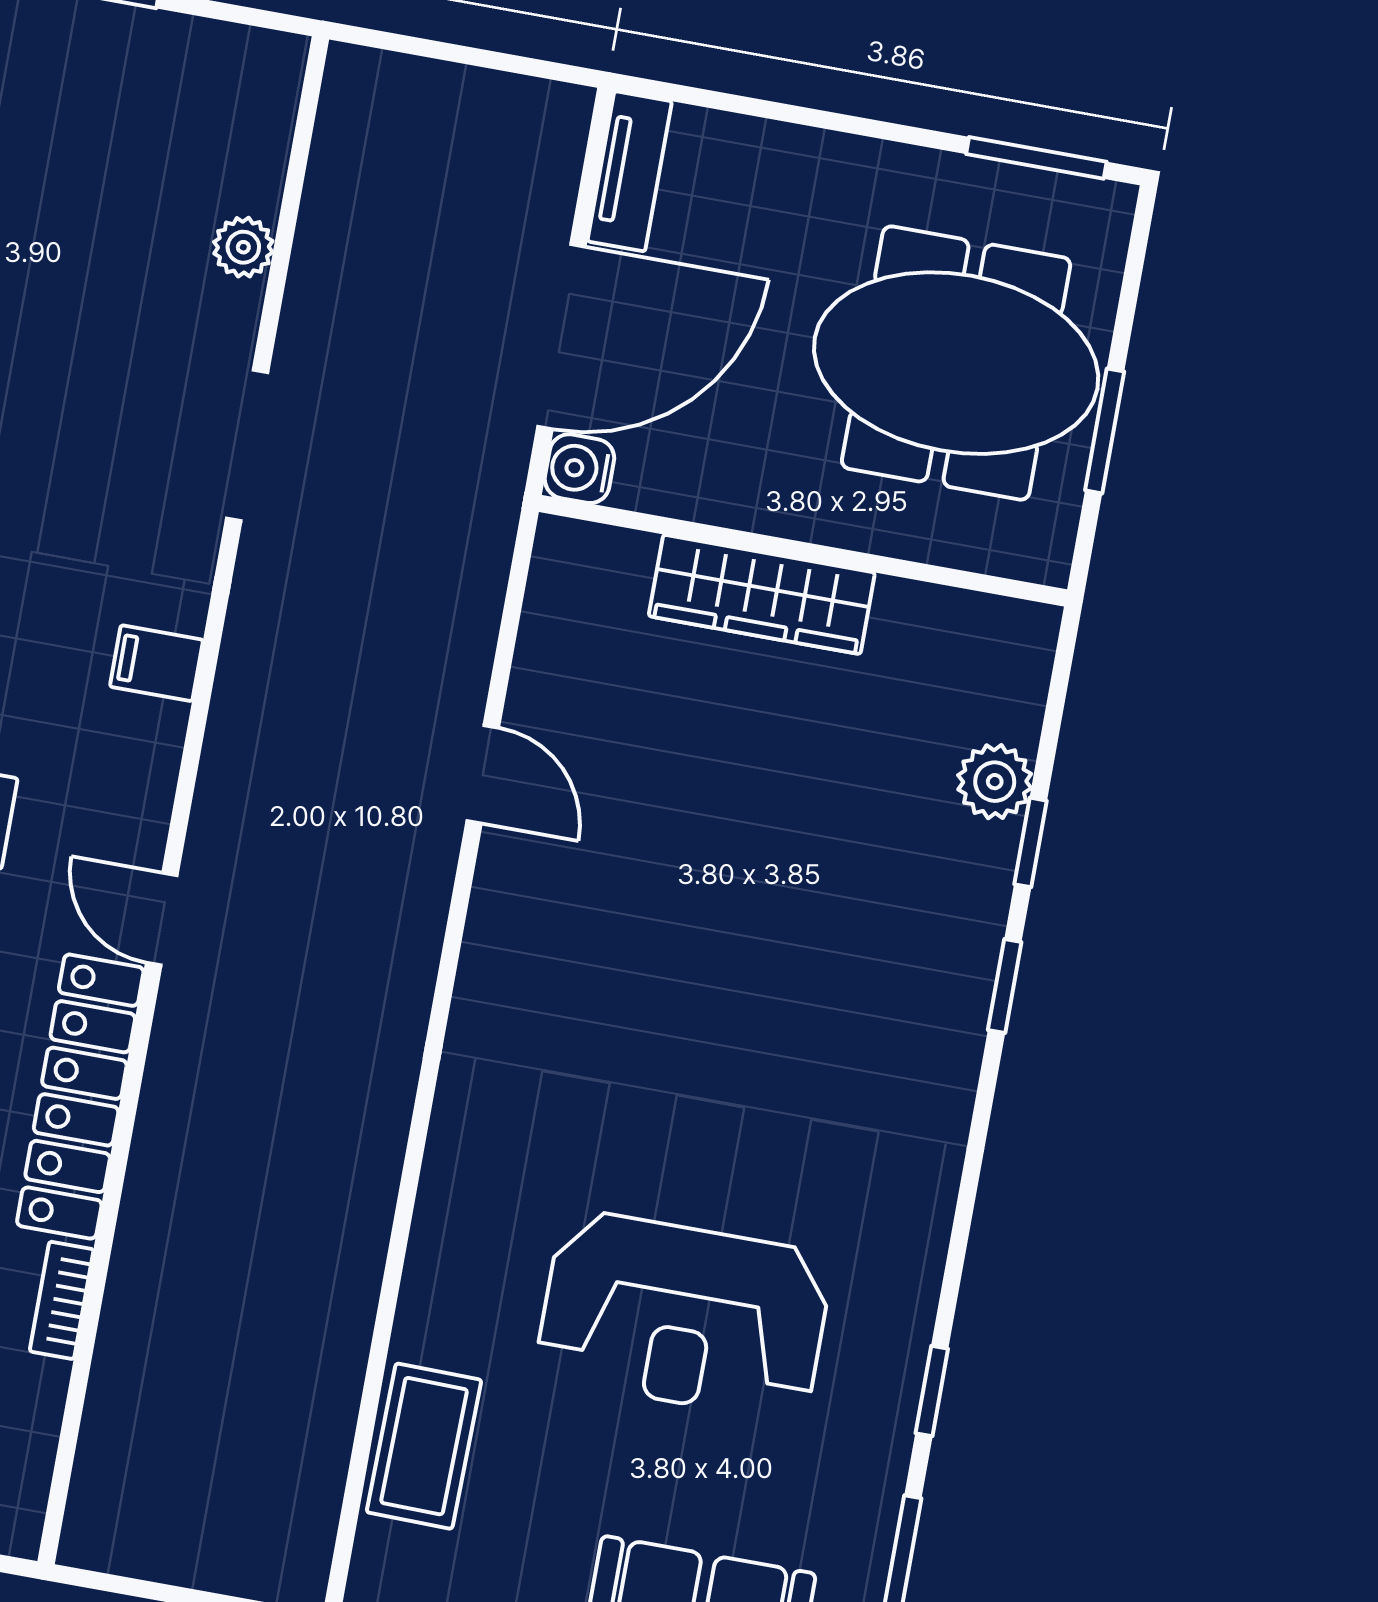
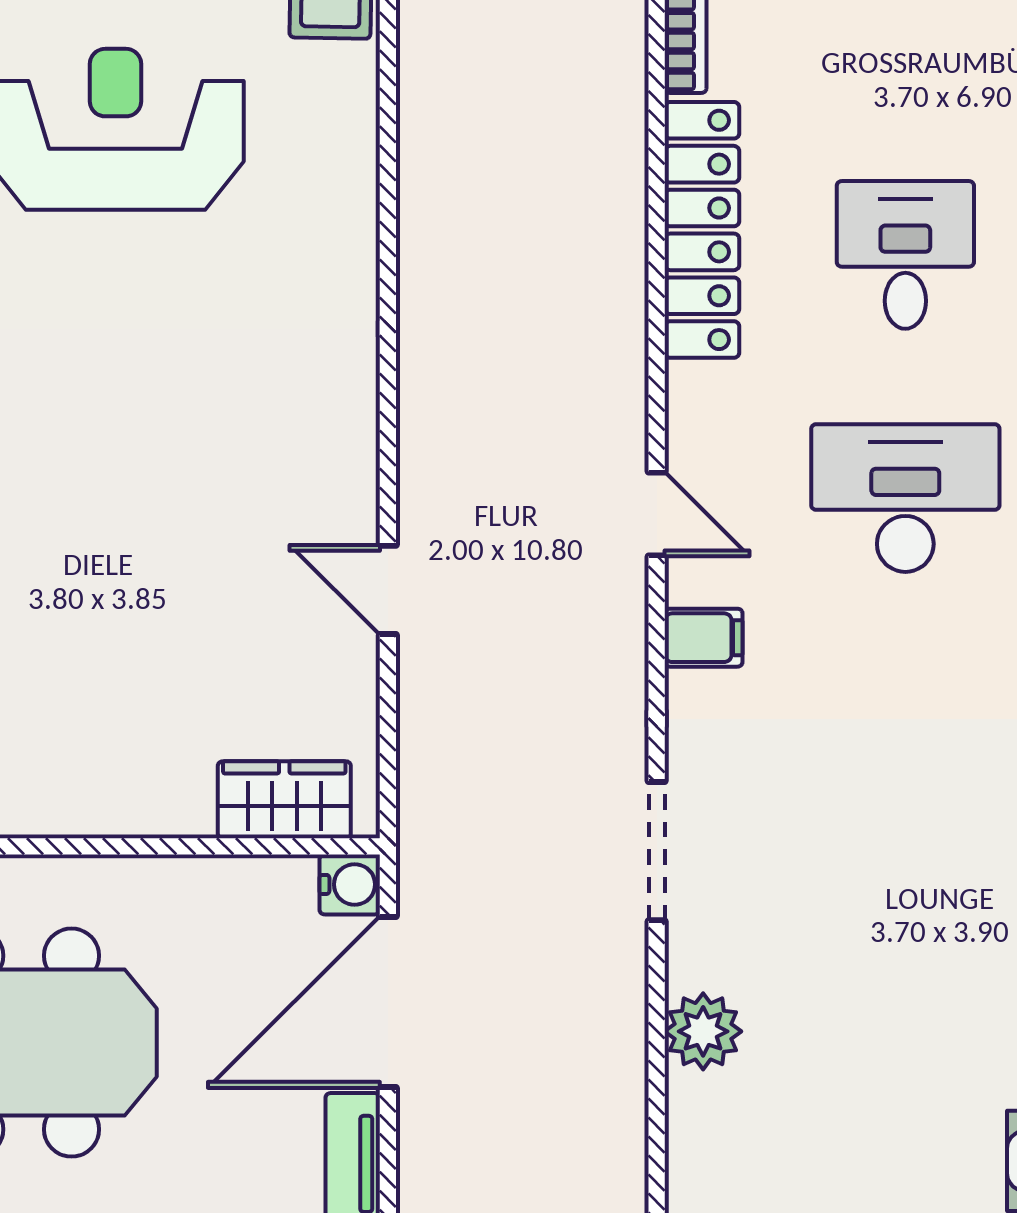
plant: (243, 247) -> (703, 1031), width x1.38, depth x1.38
wardrobe: (762, 594) -> (284, 800), moved, width x0.67
door: (162, 919) -> (657, 514), moved

